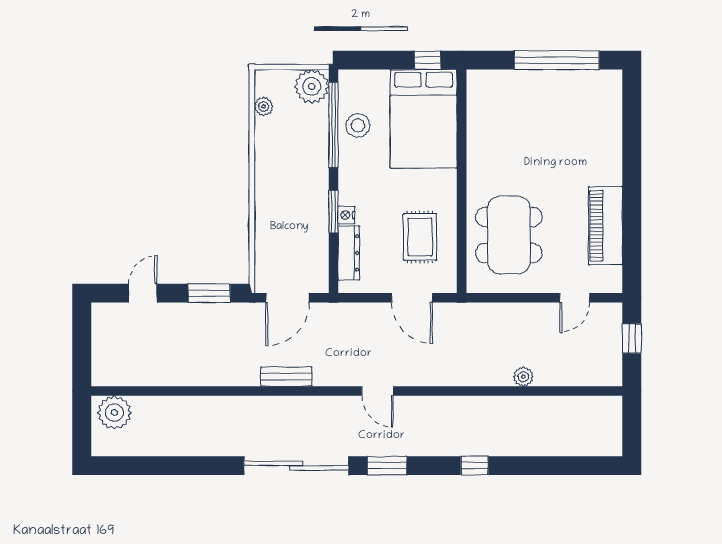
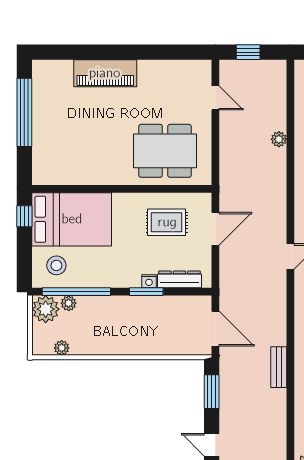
plant: (319, 115) -> (69, 303), added
stool: (358, 125) -> (56, 265), moved
piano: (605, 226) -> (105, 73), moved
bench: (286, 377) -> (279, 367), moved

